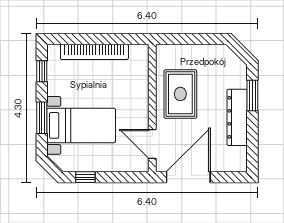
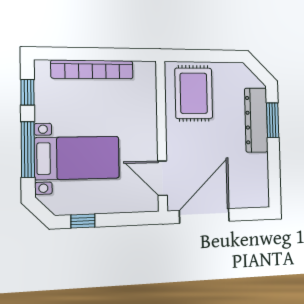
rug: (180, 94) -> (194, 93), moved
dresser: (237, 117) -> (256, 120), moved
window: (42, 118) -> (28, 149), width x1.44

